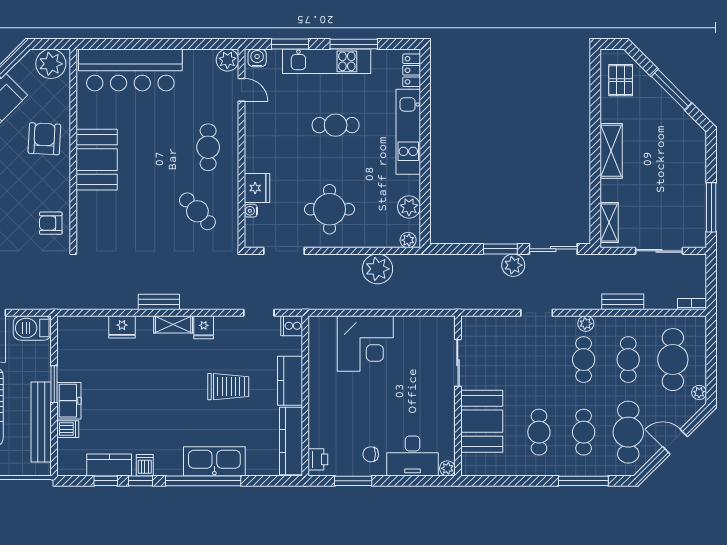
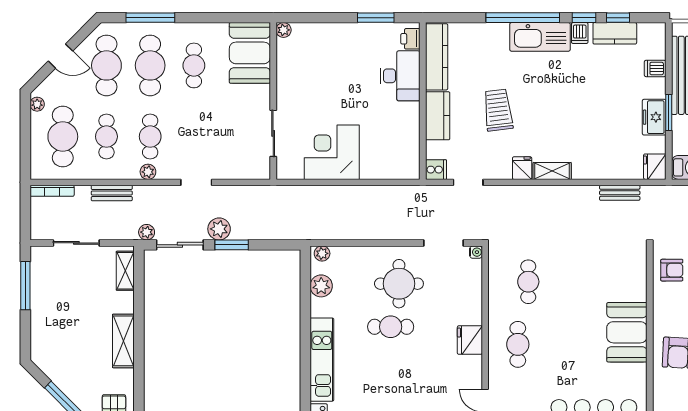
cafe table: (336, 125) -> (391, 327), moved
fridge: (257, 188) -> (470, 340), moved
cafe table: (197, 211) -> (528, 282), turned 43
water cooler: (251, 211) -> (476, 252), moved
plant: (377, 269) -> (147, 232), moved, width x0.53, depth x0.53
bench: (159, 302) -> (620, 193), moved
bookcase: (692, 304) -> (52, 191), width x1.56
fridge: (122, 327) -> (655, 167), moved, turned -90
corner desk: (365, 344) -> (332, 152), moved
trolley: (228, 387) -> (498, 110), turned 83
freezer: (69, 401) -> (654, 117), moved
booth: (482, 421) -> (250, 53), moved
cafe table: (584, 432) -> (150, 65), width x1.37, depth x1.35
chair: (371, 454) -> (359, 44), removed
desk: (413, 456) -> (400, 76), moved, turned 90
kitchen sink: (214, 461) -> (540, 37), moved

